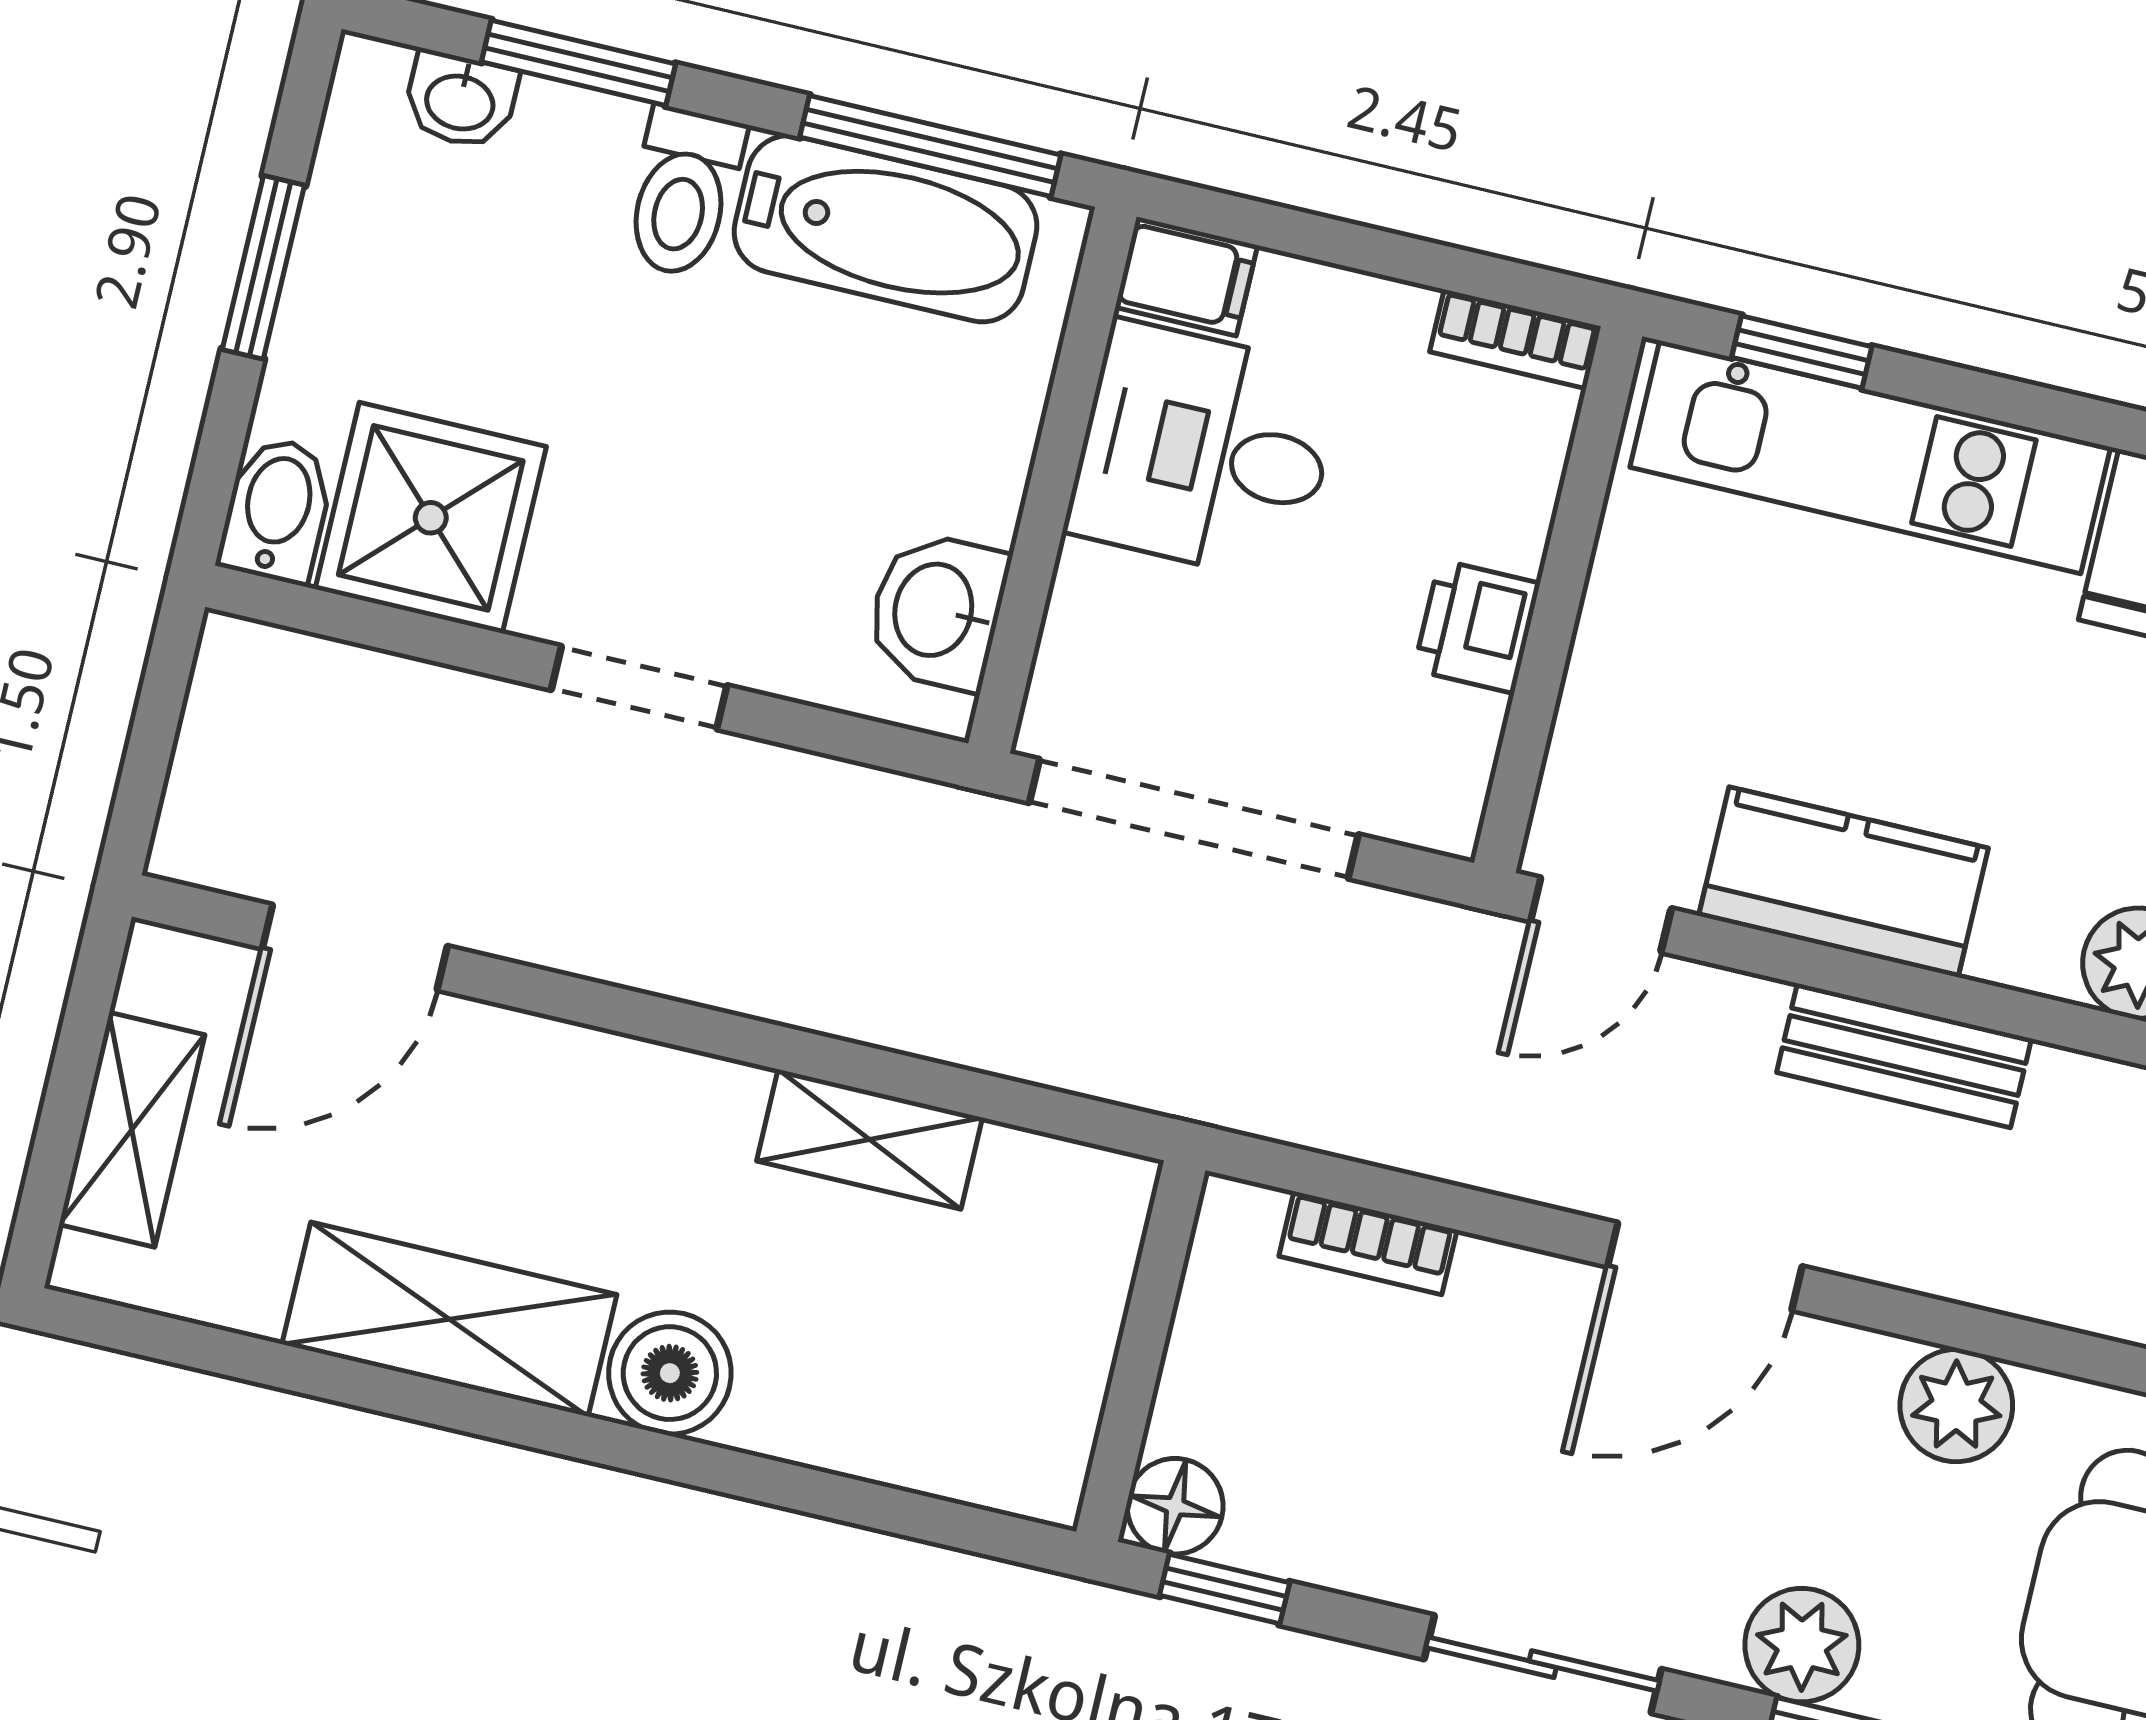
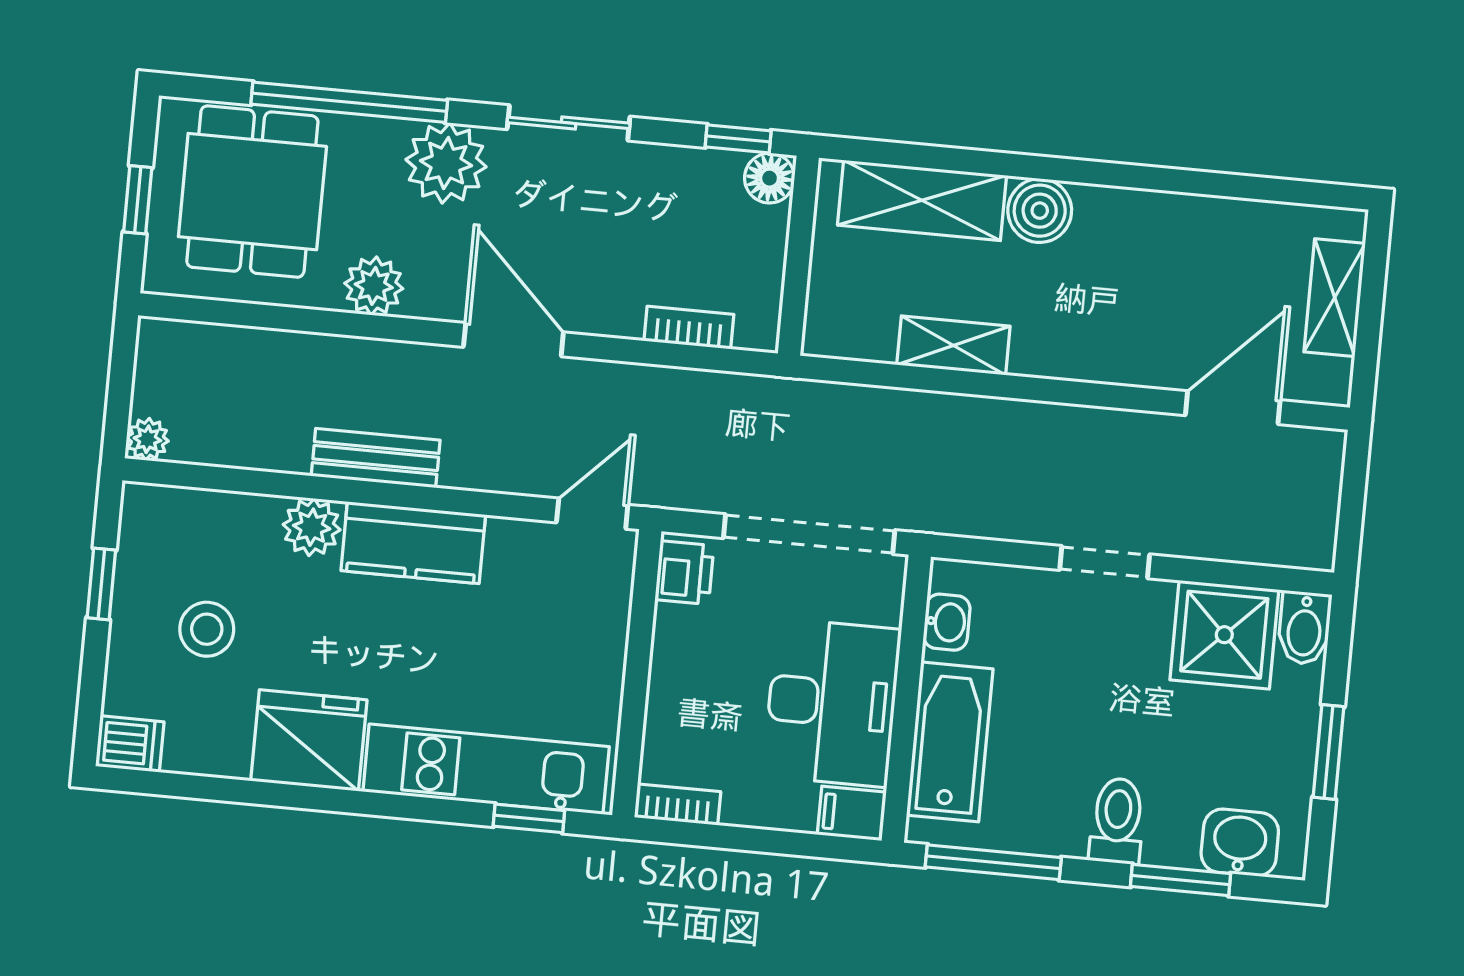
washbasin: (460, 100) -> (1240, 843), width x1.38, depth x1.45
bathtub: (885, 229) -> (950, 742), moved, turned 90
desk: (1204, 452) -> (832, 703), width x1.37
washbasin: (937, 611) -> (947, 622), width x0.72, depth x0.69
printer: (1477, 627) -> (684, 573), moved
kitchen counter: (1843, 882) -> (413, 543), moved
bench: (1904, 1056) -> (376, 458), moved
door: (1705, 1266) -> (513, 340), hinge flipped
shelving: (449, 1319) -> (922, 200), moved
plant: (1802, 1645) -> (446, 163), width x1.36, depth x1.36

